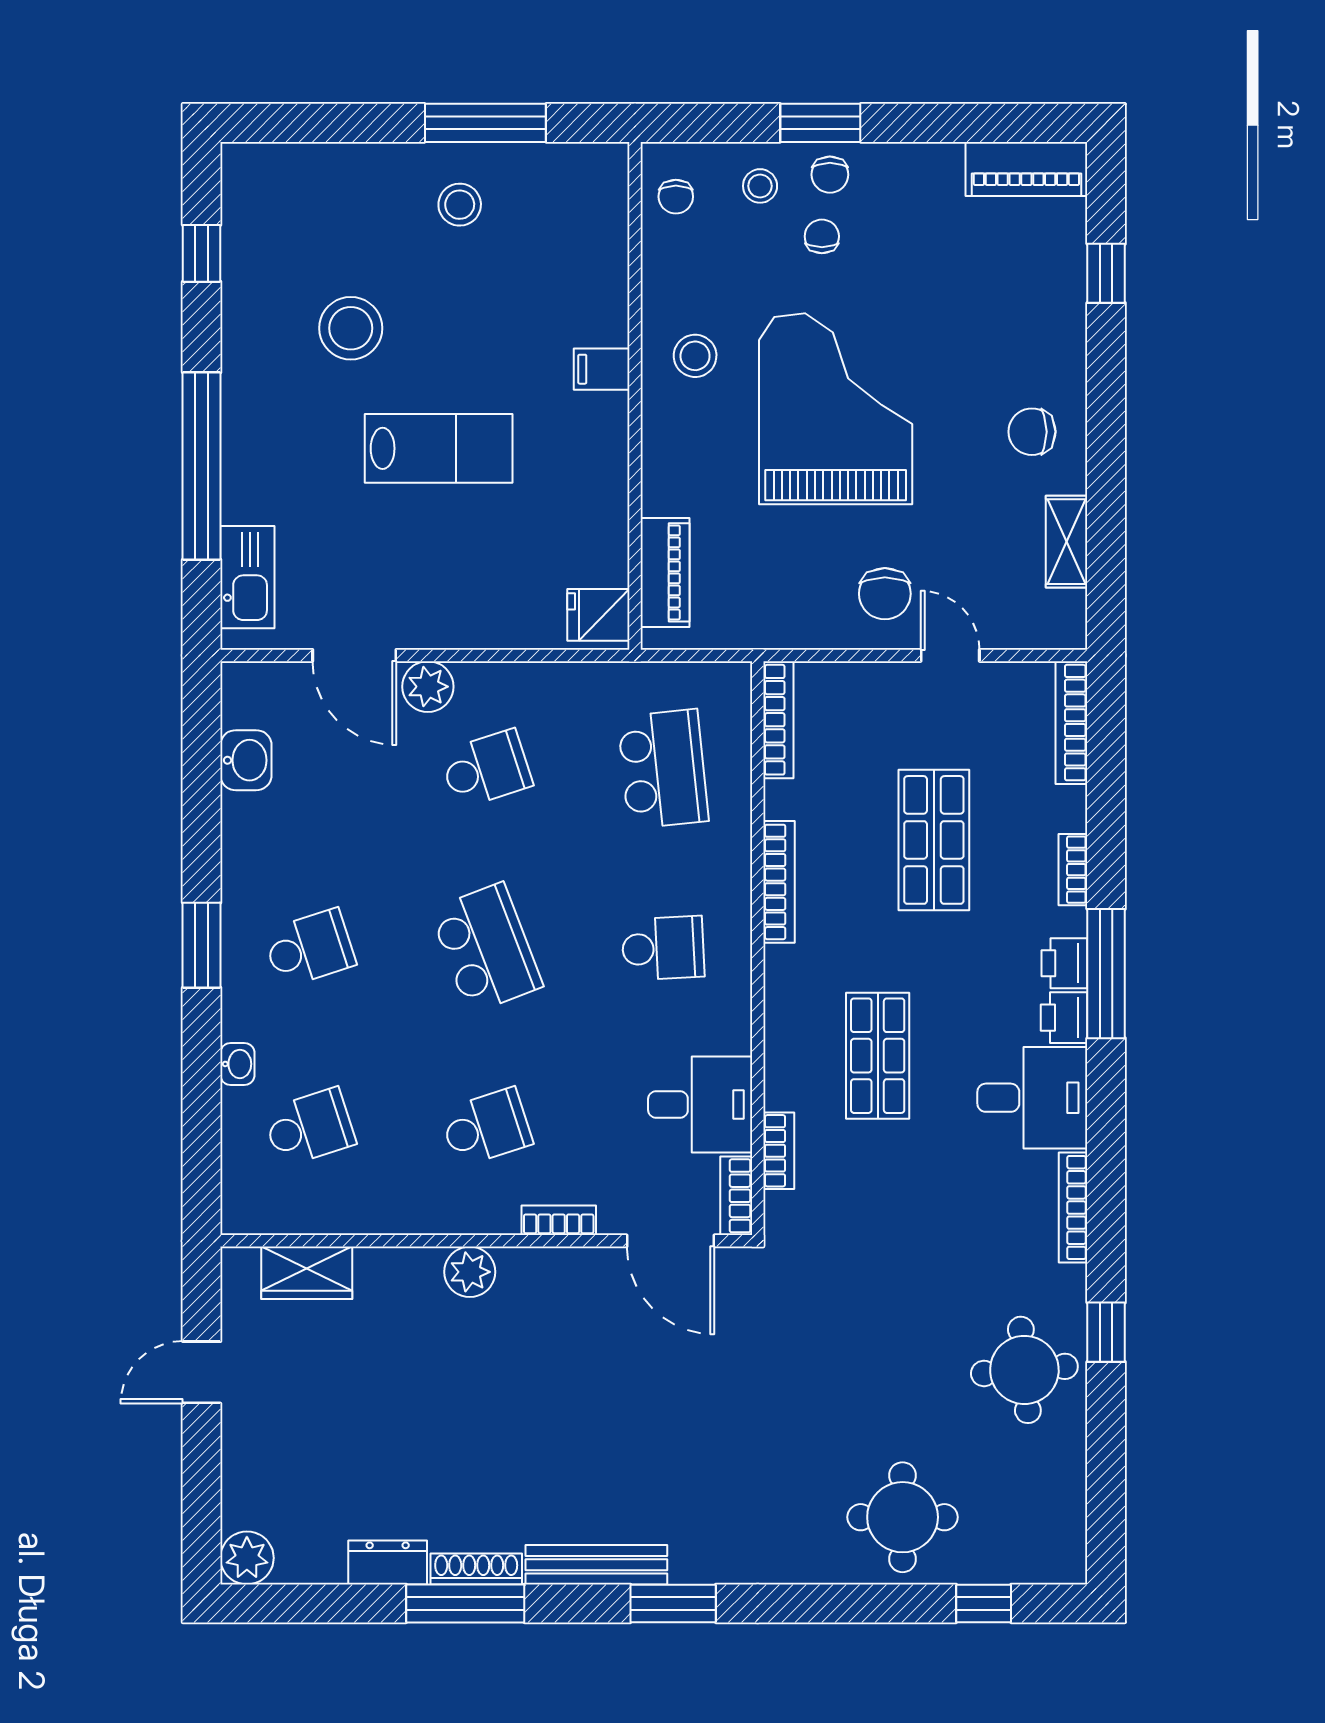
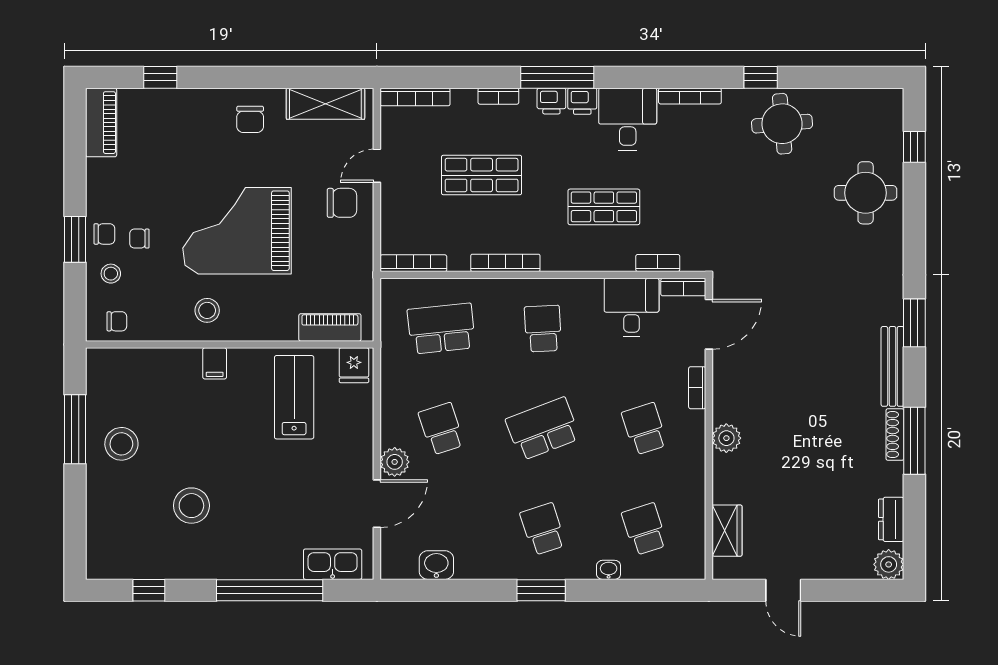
stool: (460, 205) -> (121, 444), width x1.38, depth x1.38
lab bench: (439, 448) -> (294, 397), moved
shelving: (1067, 542) -> (325, 104), width x1.50, depth x1.33
dresser: (388, 1562) -> (891, 519), moved

